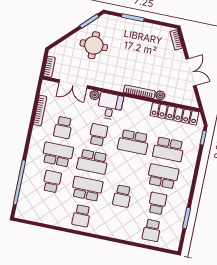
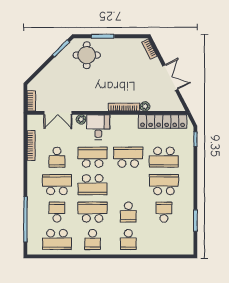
round table: (94, 45) -> (87, 55), moved
school desk: (98, 135) -> (93, 157), width x1.85
school desk: (133, 142) -> (128, 157), turned 180
school desk: (46, 209) -> (57, 240), added
school desk: (152, 230) -> (128, 240), moved

